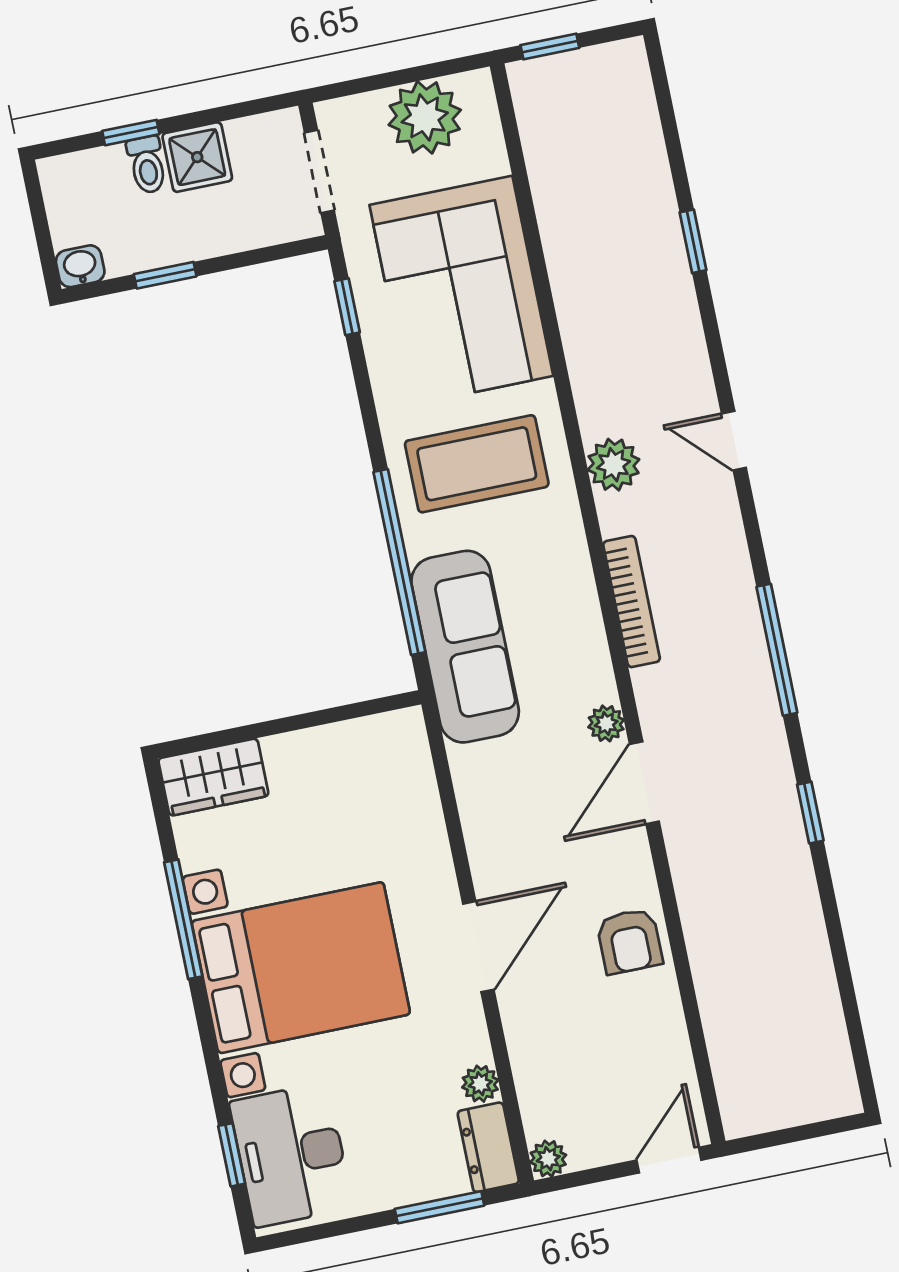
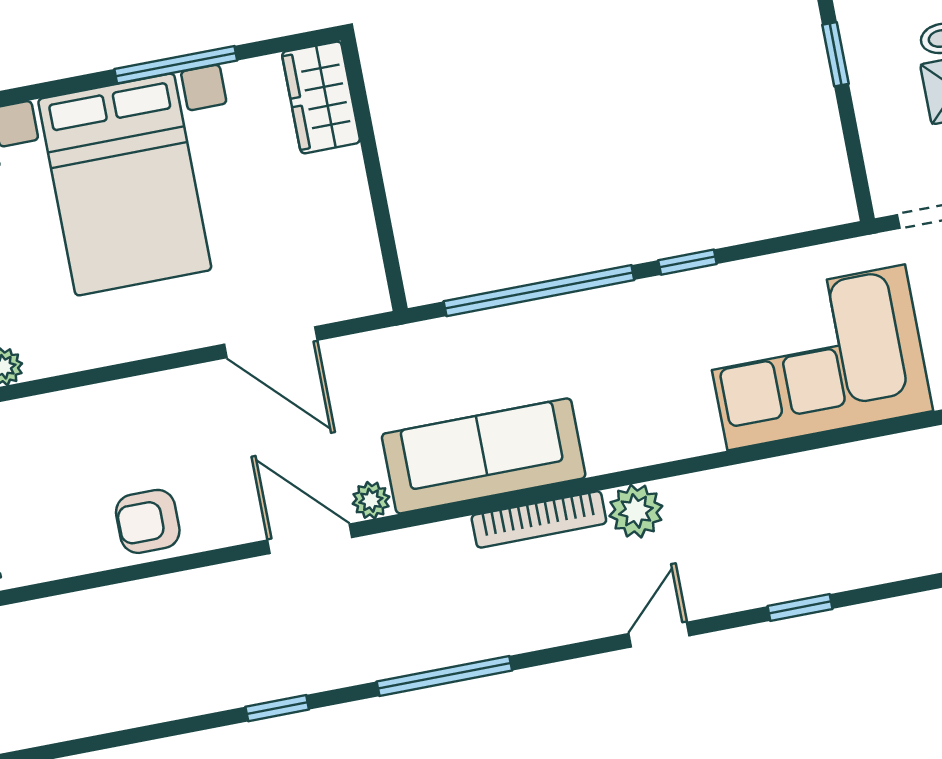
window: (693, 241) -> (800, 607), moved
window: (347, 307) -> (687, 262), moved
coffee table: (477, 464) -> (639, 371), removed
bookcase: (632, 602) -> (539, 519), moved
sofa: (465, 647) -> (484, 456), moved, turned 180
door: (478, 947) -> (271, 342), moved

